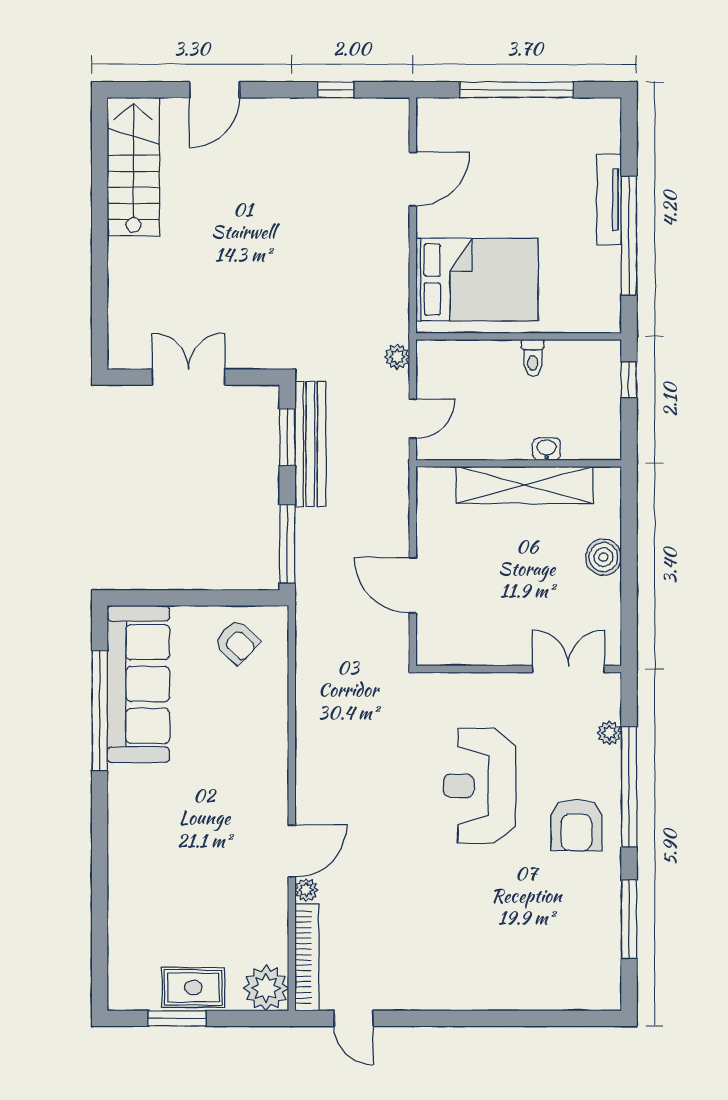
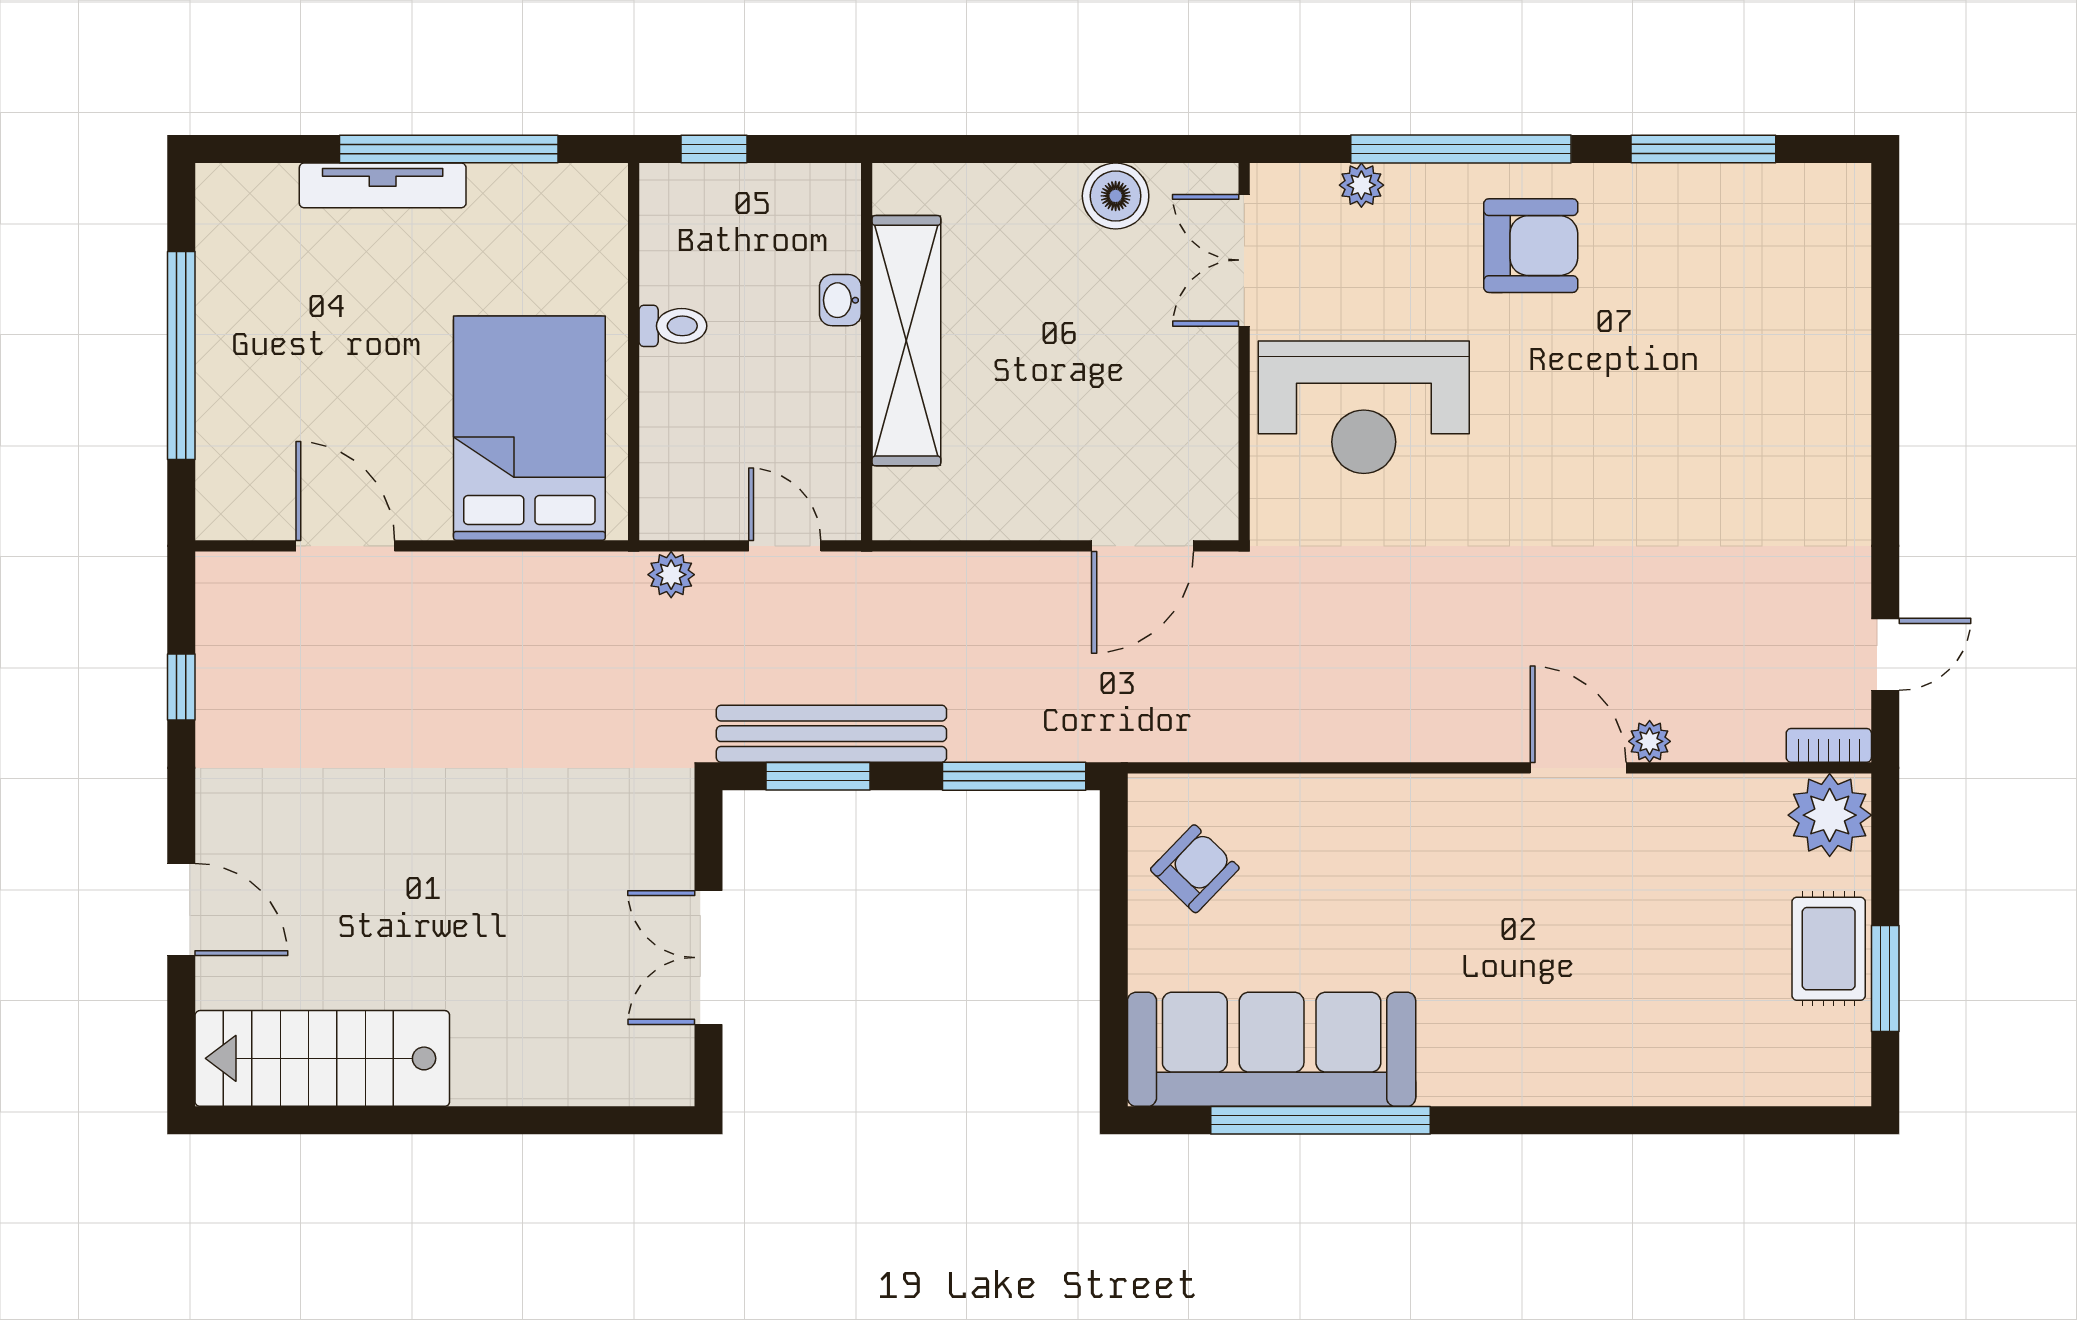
boiler: (603, 557) -> (1116, 196), moved
door: (413, 585) -> (1143, 546), moved
reception desk: (480, 786) -> (1364, 407), moved
bookcase: (307, 957) -> (1829, 745), width x0.43, depth x0.76

